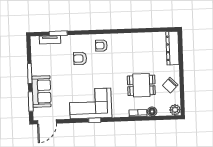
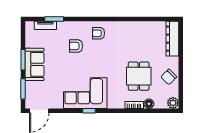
dining table: (141, 85) -> (139, 76), turned 90
sofa: (41, 92) -> (35, 64), moved

